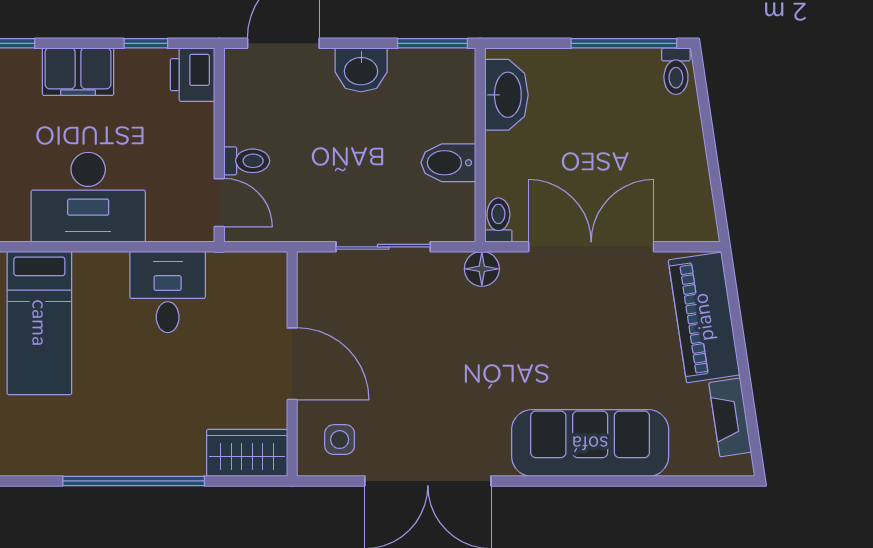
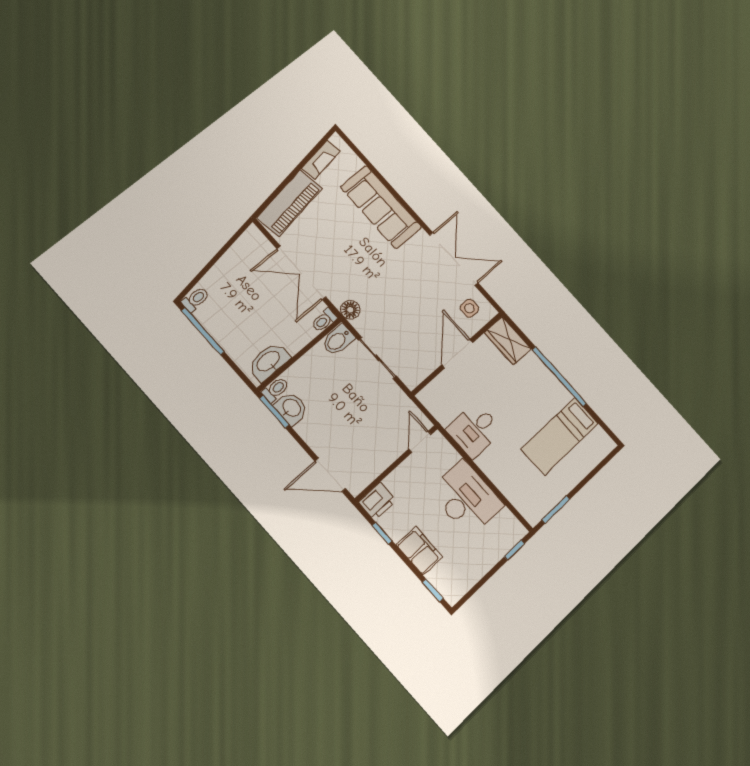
washbasin: (361, 70) -> (291, 408), moved
toilet: (247, 161) -> (276, 390), moved, turned 90
bidet: (448, 163) -> (338, 340), moved, turned 90
bed: (39, 323) -> (560, 436), moved, turned 180

